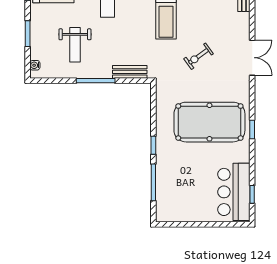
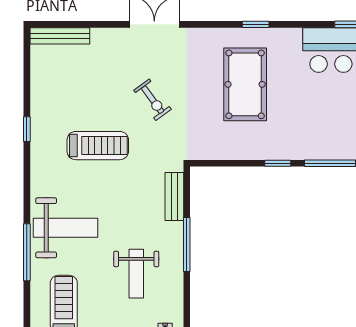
weight bench: (75, 45) -> (136, 274), turned 90
pool table: (209, 122) -> (245, 84), width x0.73, depth x0.76

